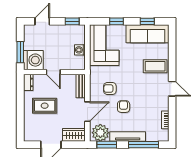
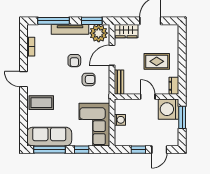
window: (72, 21) -> (138, 150), moved
window: (147, 21) -> (50, 150), width x2.17

